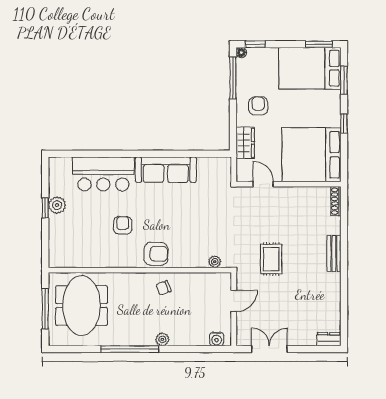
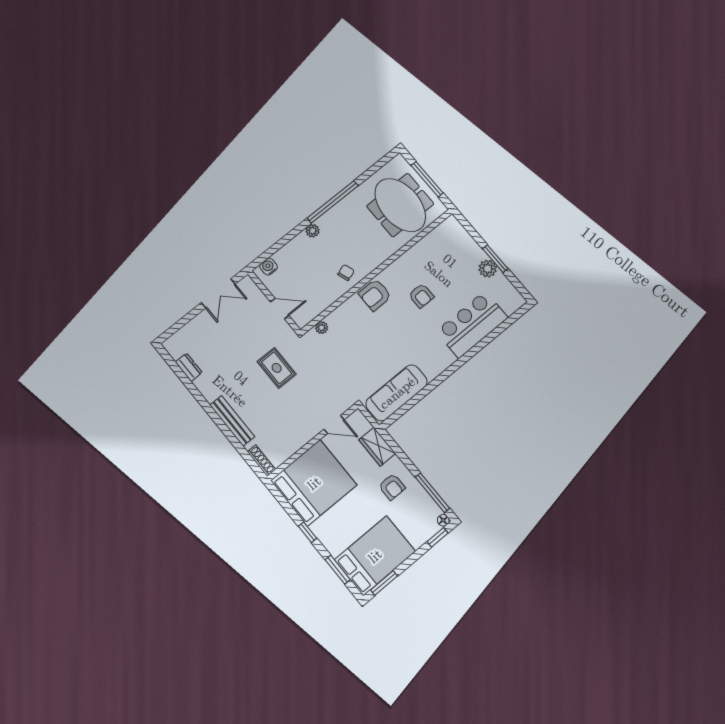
sofa: (166, 170) -> (397, 393), moved
window: (45, 208) -> (495, 259), width x1.50
bench: (334, 254) -> (232, 421), width x1.36
door: (234, 301) -> (280, 309), swing flipped
dresser: (329, 339) -> (189, 367), moved, turned -90

